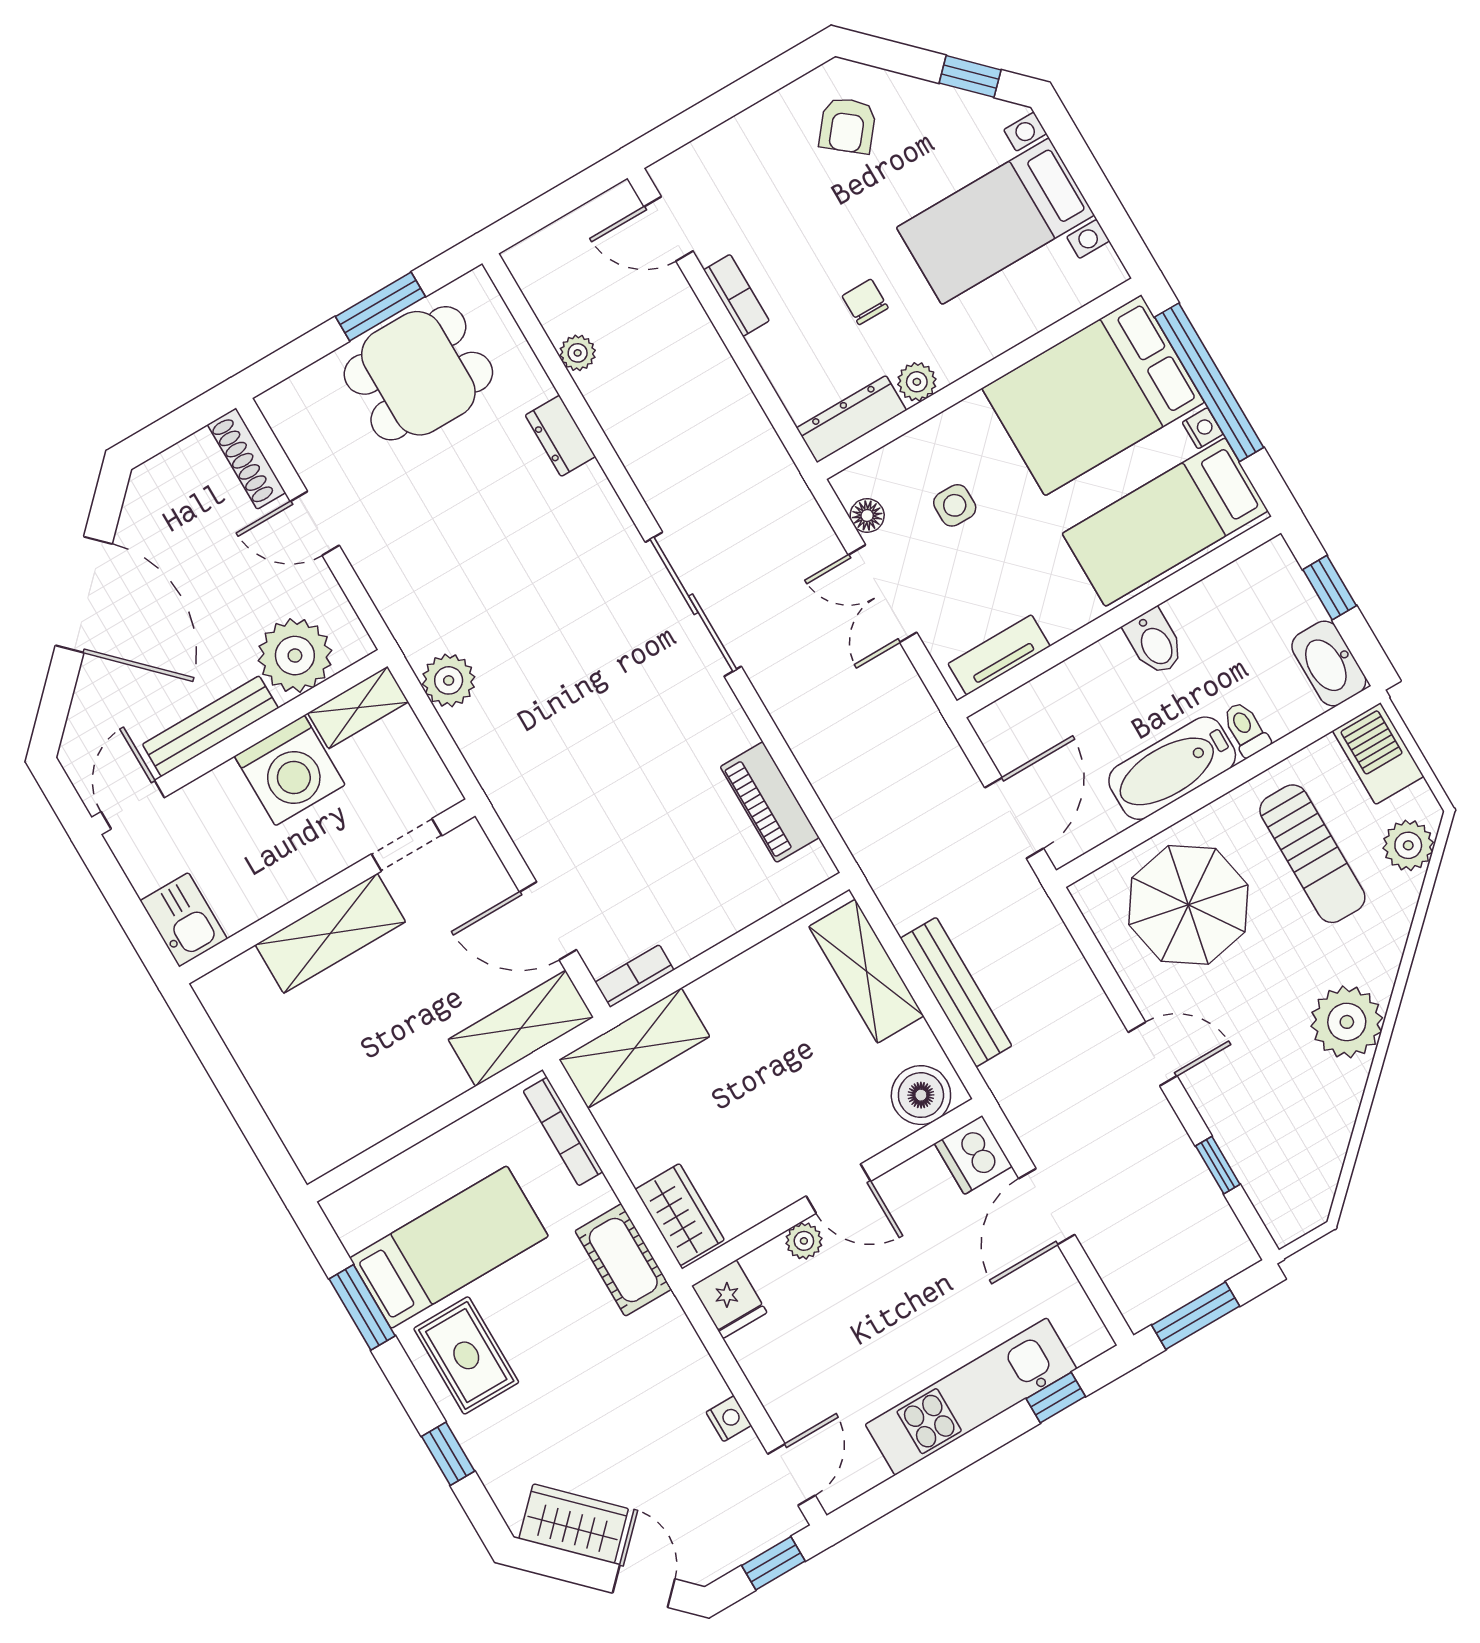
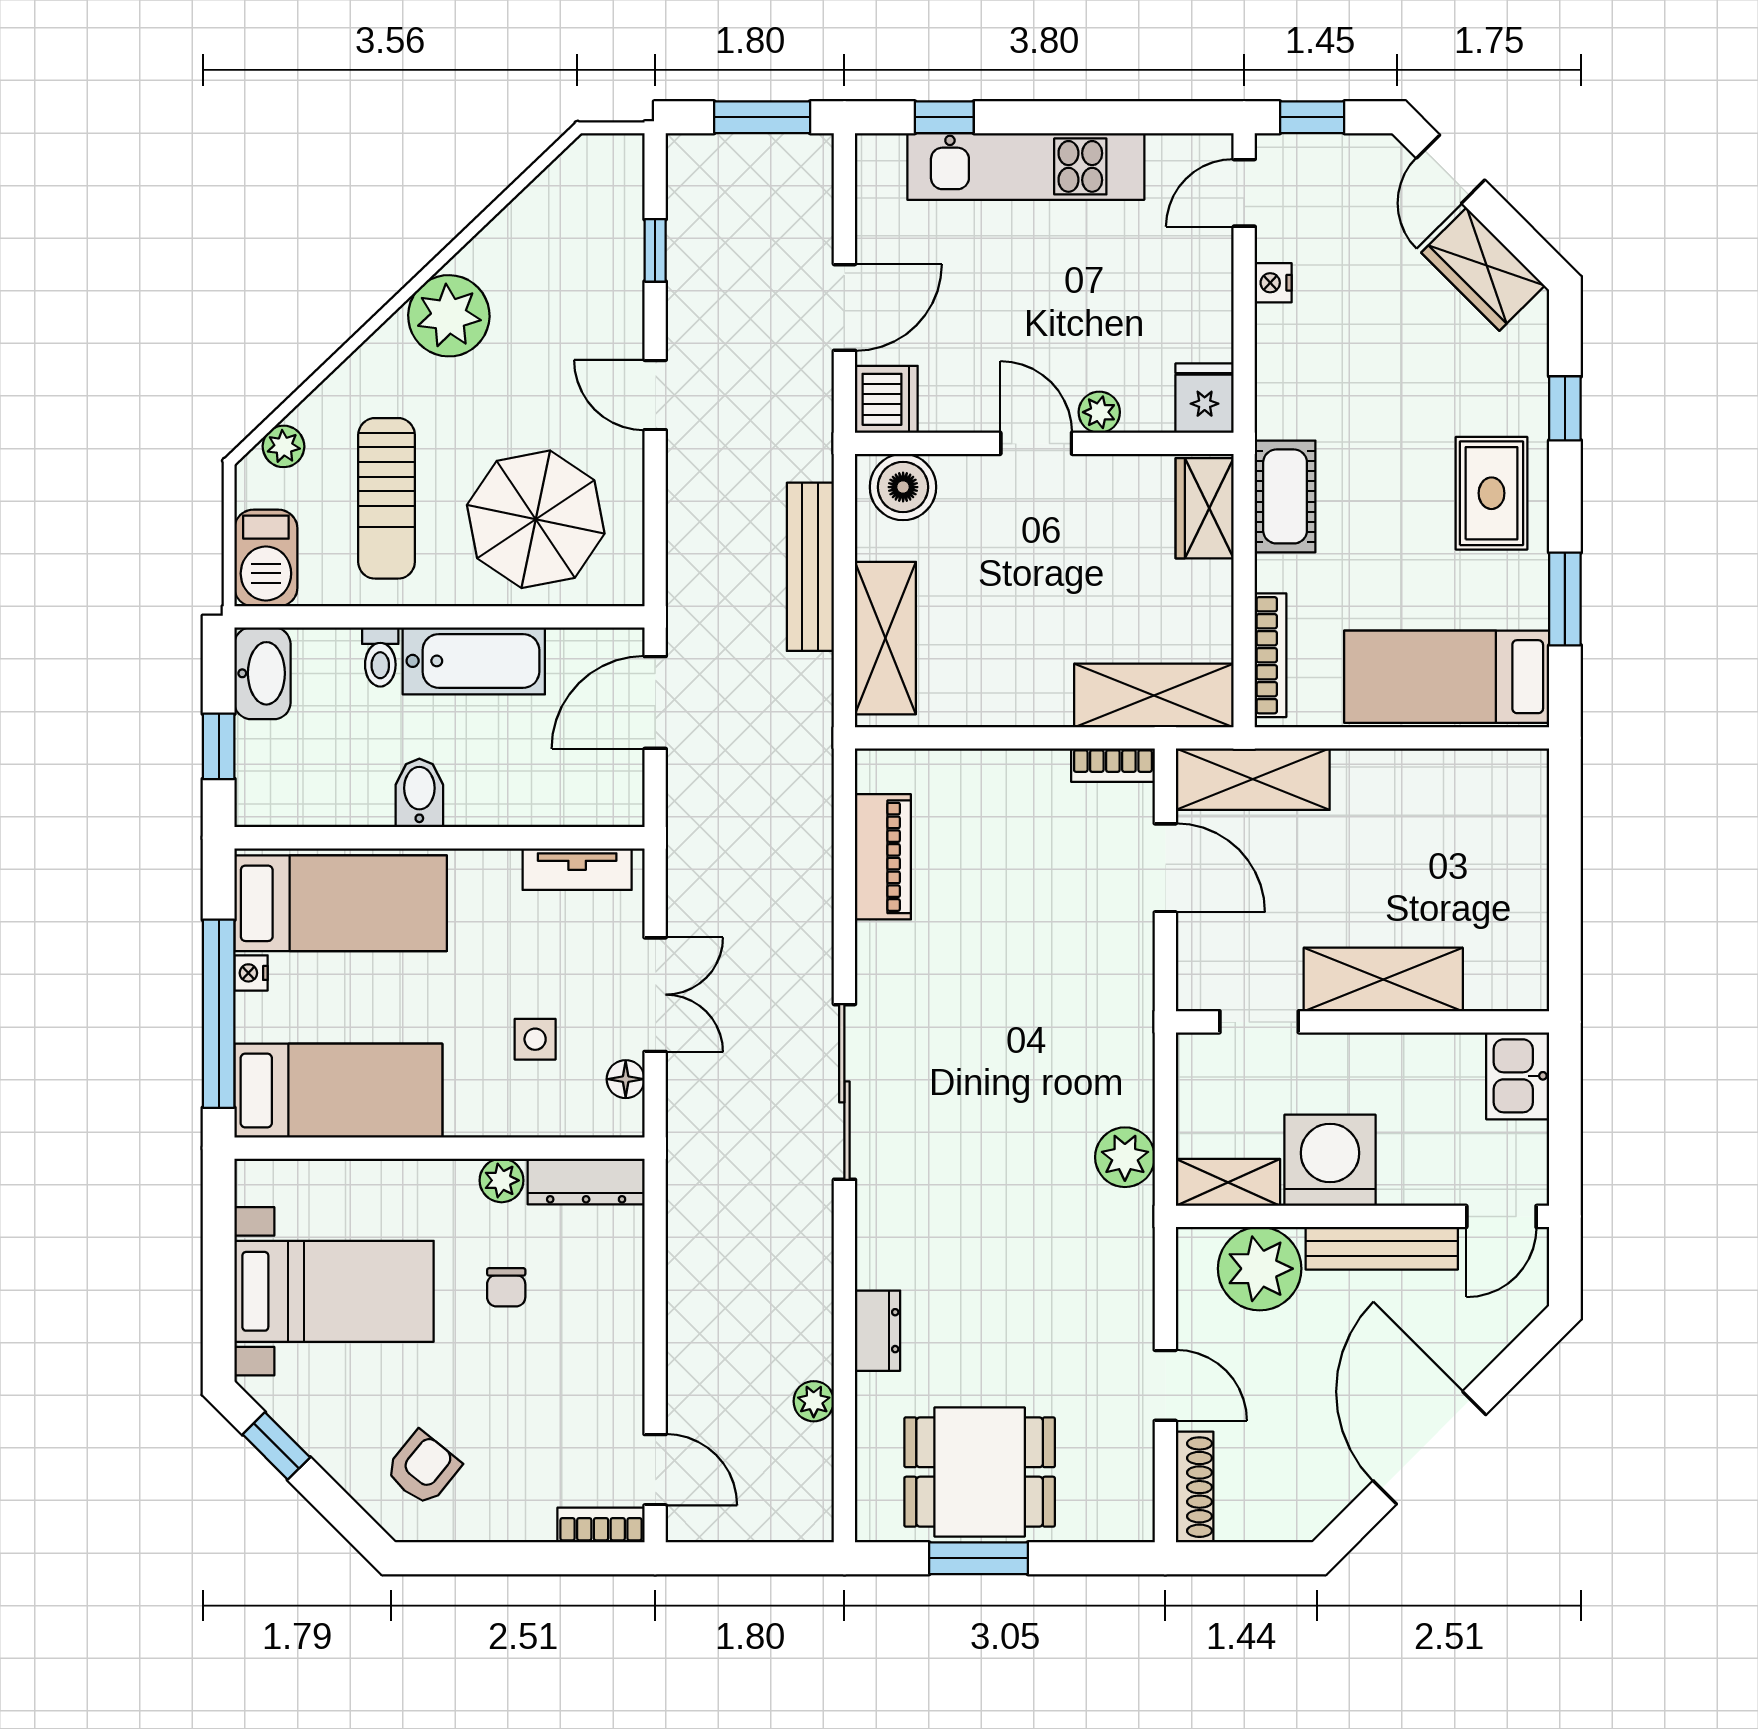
bookcase: (736, 295) -> (601, 1525), moved, turned 90
bed: (1093, 395) -> (338, 1091), width x0.67
plant: (1408, 845) -> (284, 446), width x0.73, depth x0.73
sun lounger: (1312, 854) -> (387, 498), turned 180
bed: (449, 1247) -> (1447, 677), moved

